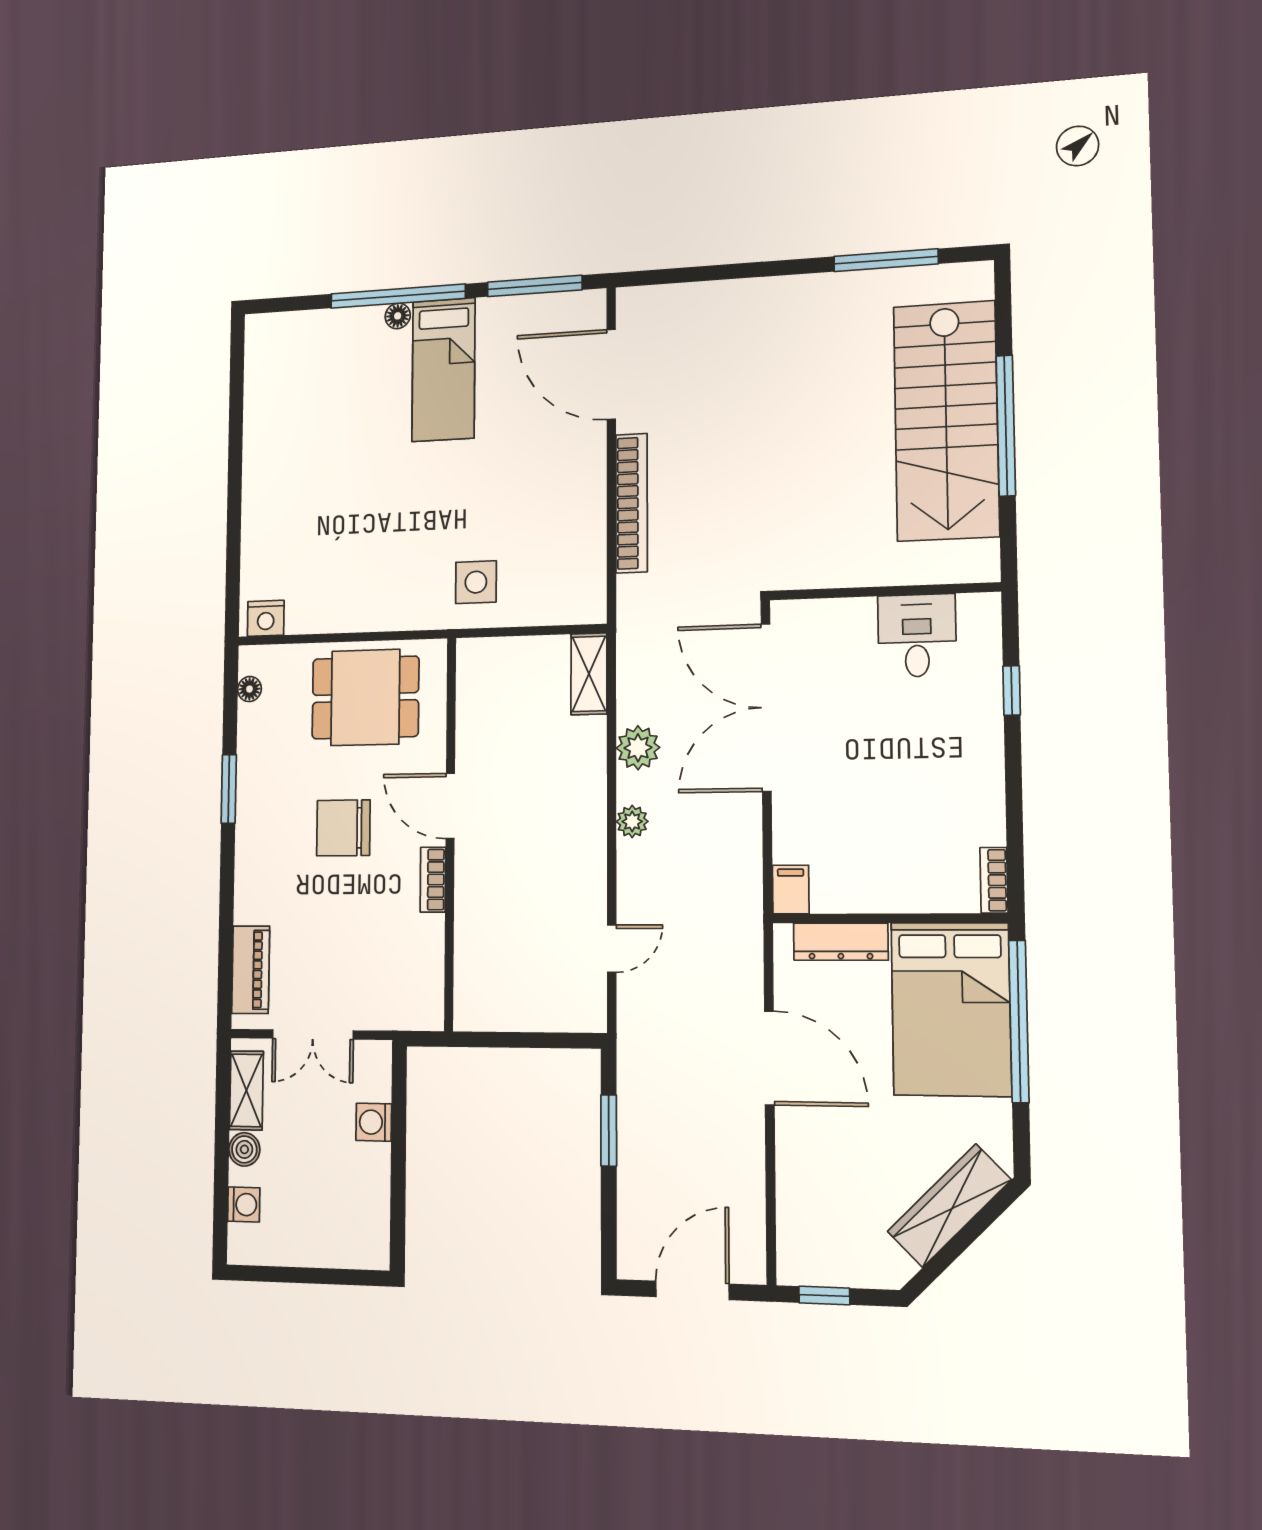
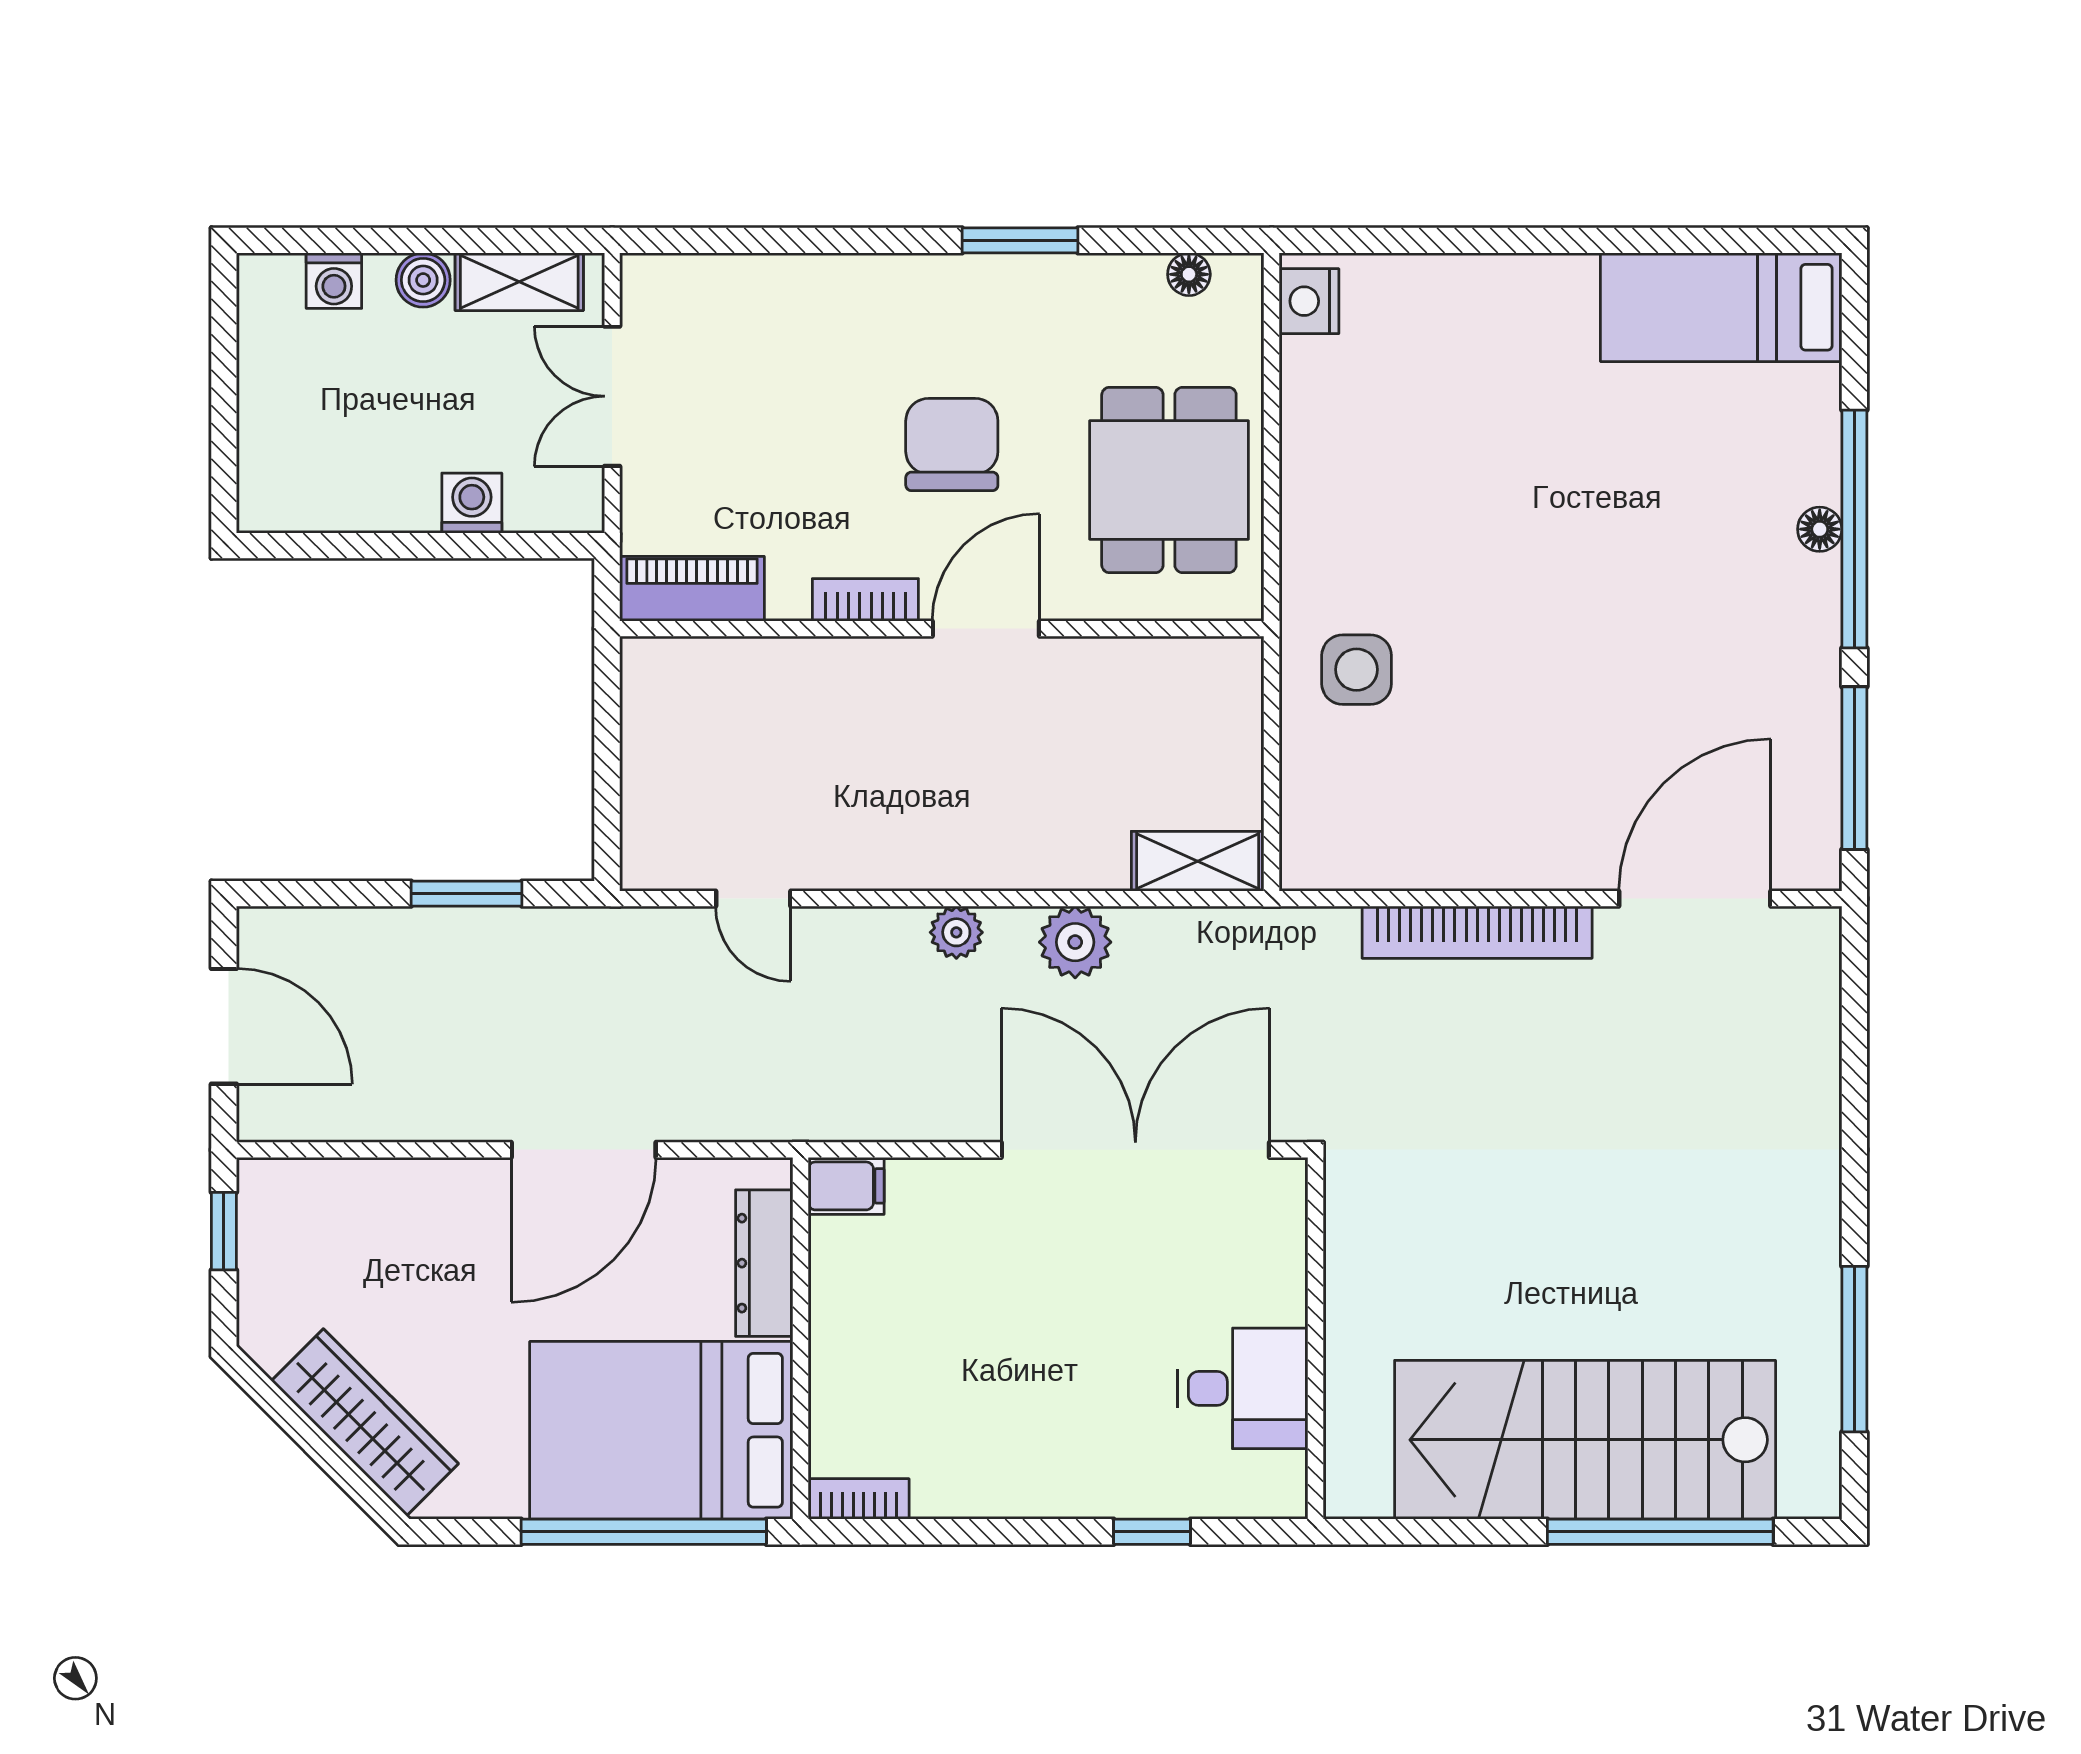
bed: (443, 370) -> (1721, 307), moved
window: (1006, 425) -> (1660, 1532), moved
piano: (251, 970) -> (692, 589), moved, turned 180

